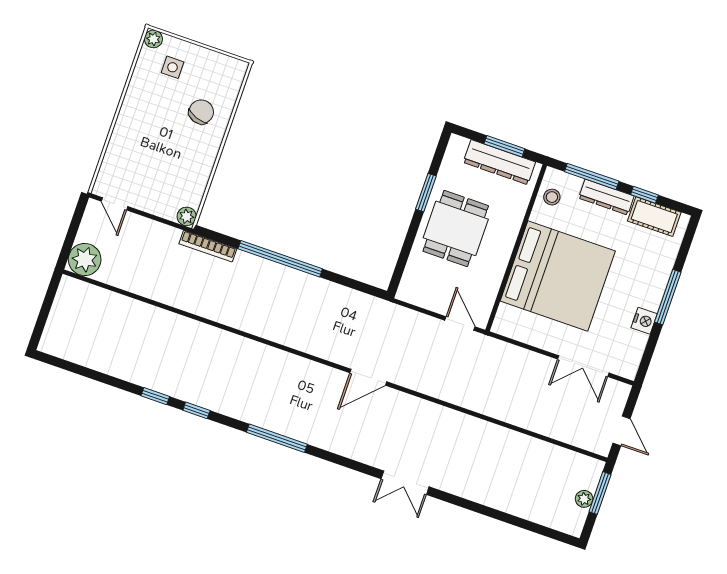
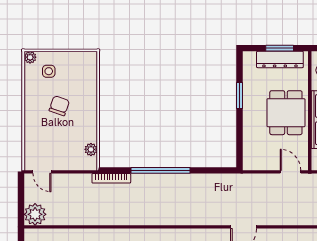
chair: (201, 112) -> (59, 106), moved
plant: (187, 216) -> (91, 149), moved
dining table: (456, 228) -> (286, 113), moved

